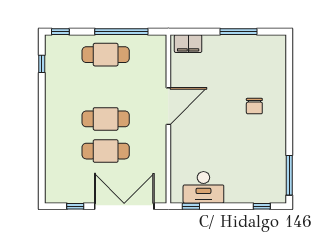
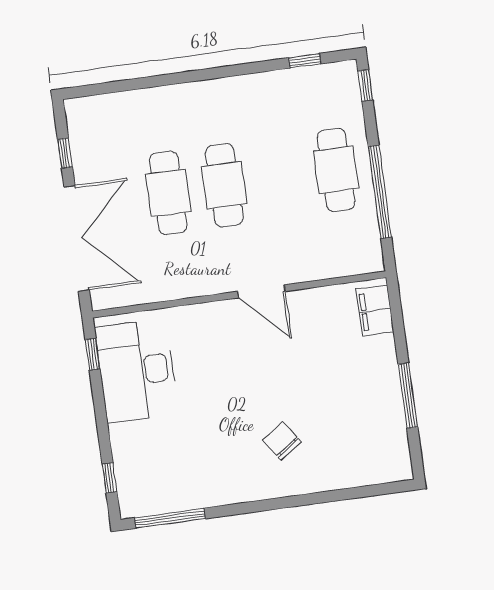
door: (168, 106) -> (261, 291), width x0.73
chair: (254, 106) -> (282, 441), turned 55
desk: (203, 187) -> (137, 371), width x1.36, depth x1.30

